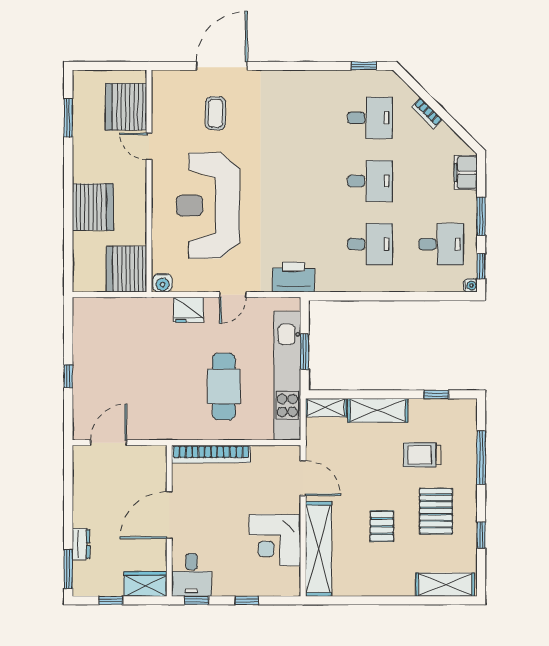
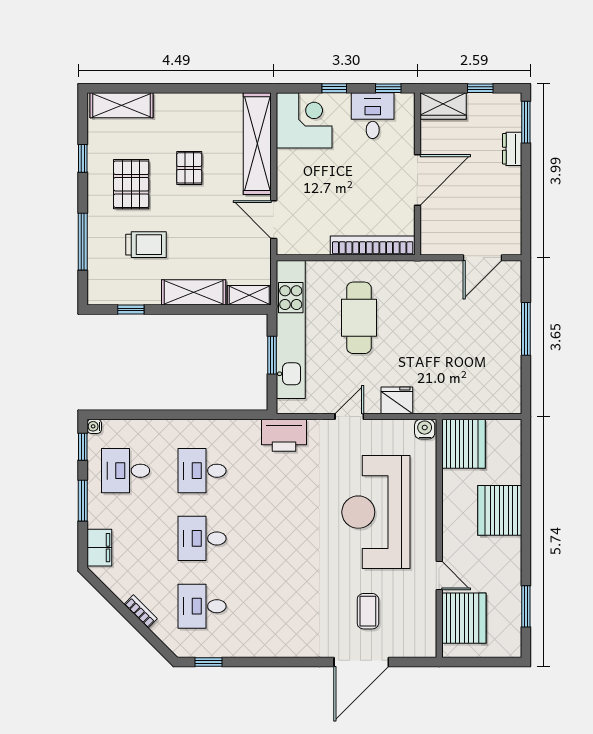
reception desk: (208, 206) -> (376, 512), turned 180
window: (68, 376) -> (526, 329), width x2.17
corner desk: (275, 540) -> (304, 120), moved
desk: (192, 575) -> (373, 116), moved

